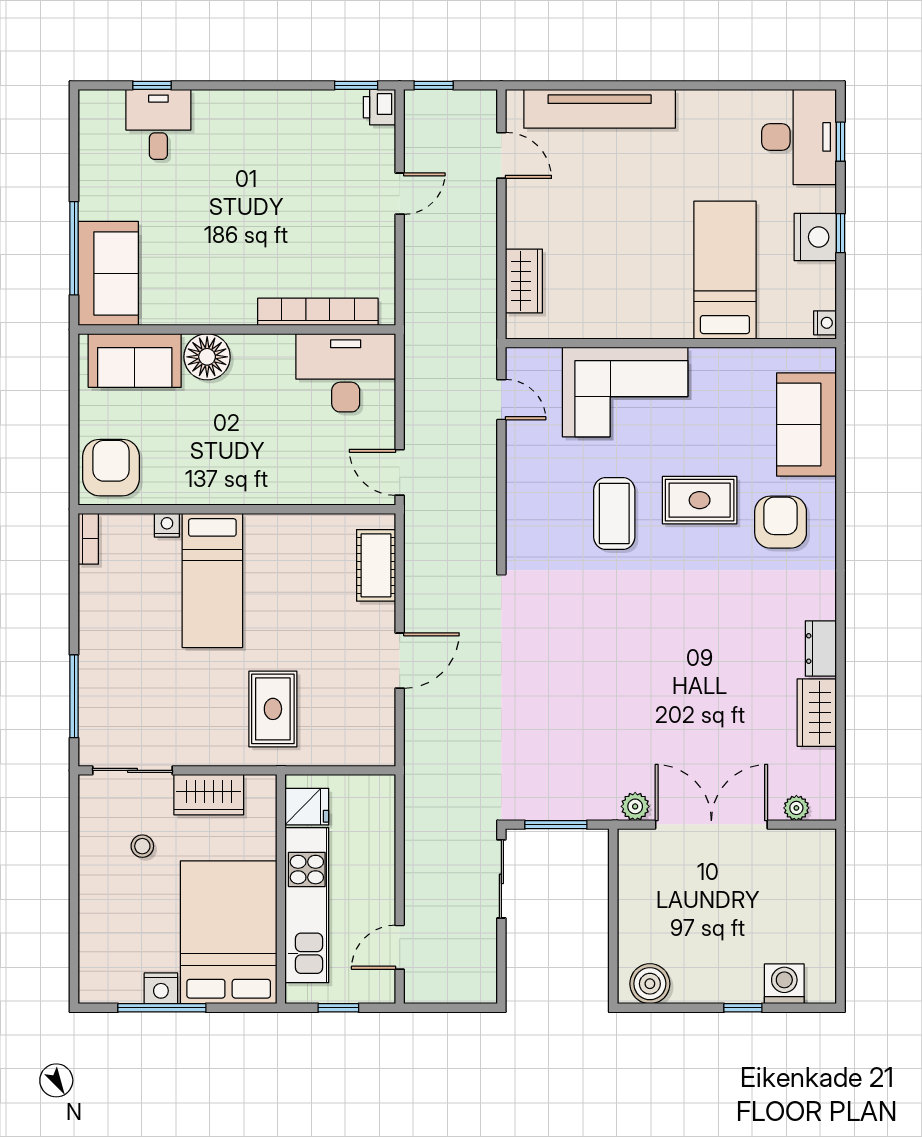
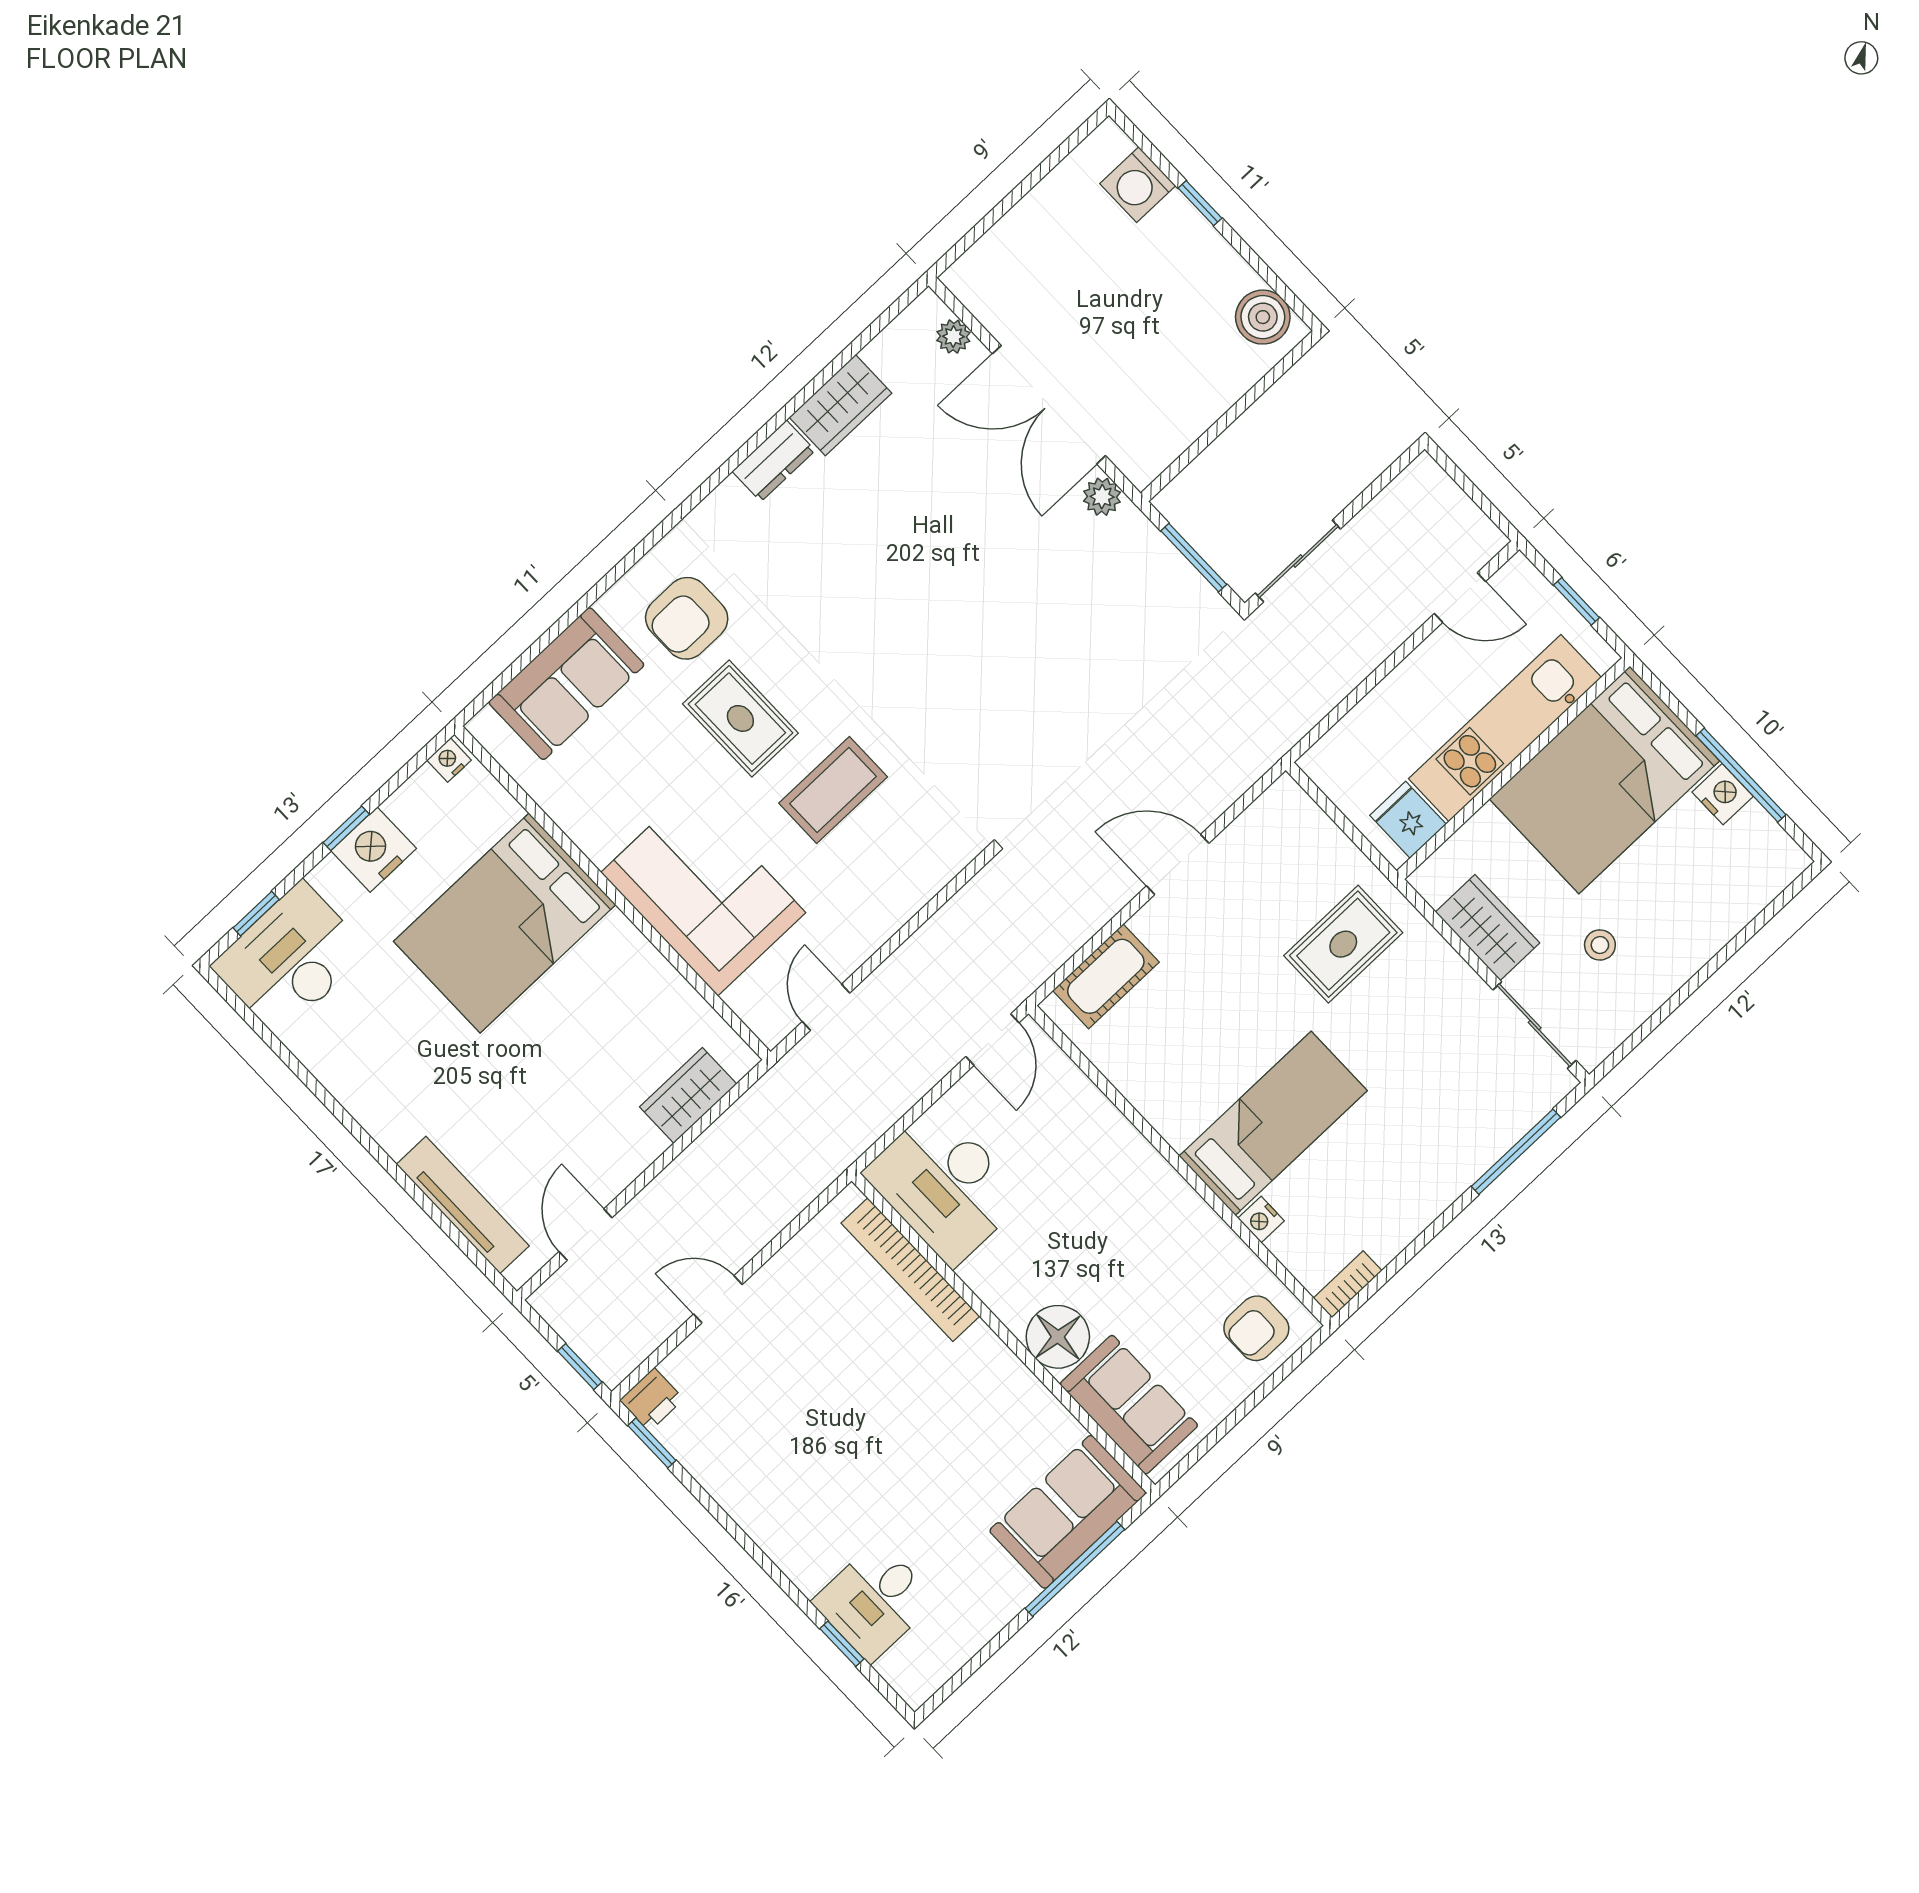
tv unit: (600, 109) -> (463, 1205), width x0.73, depth x0.78
bed: (725, 270) -> (505, 923), width x1.50
armchair: (111, 468) -> (1256, 1328), width x0.72, depth x0.72

